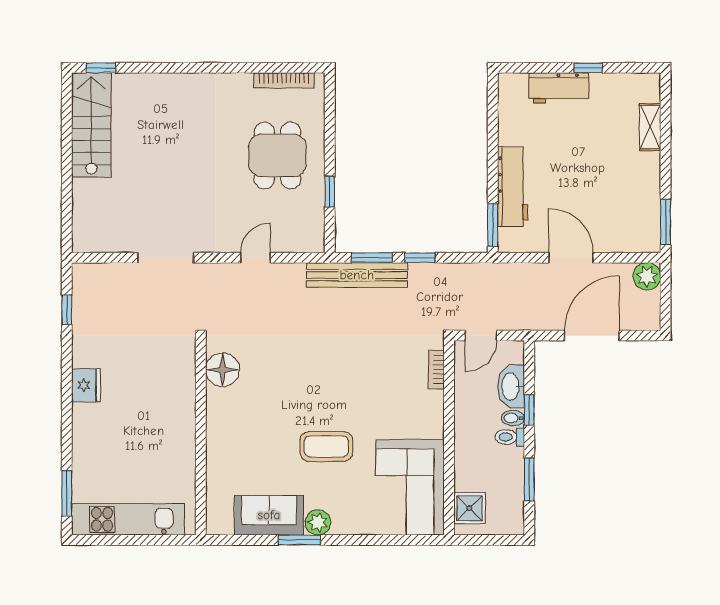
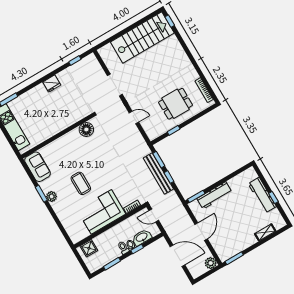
workbench: (559, 88) -> (262, 195), width x1.38
stairs: (91, 125) -> (142, 38), width x1.36, depth x1.51
bench: (357, 275) -> (158, 173), moved
corner sofa: (410, 487) -> (101, 212), moved
sofa: (269, 515) -> (37, 167), moved

